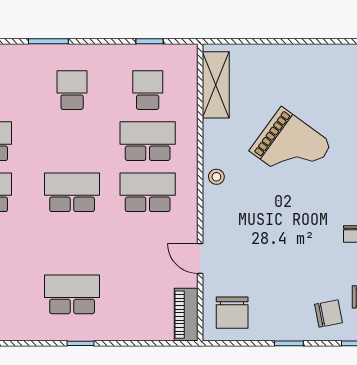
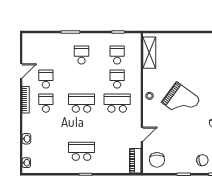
school desk: (148, 141) -> (117, 79), width x0.54
grand piano: (291, 147) -> (181, 101), moved
door: (200, 258) -> (142, 134), swing flipped

